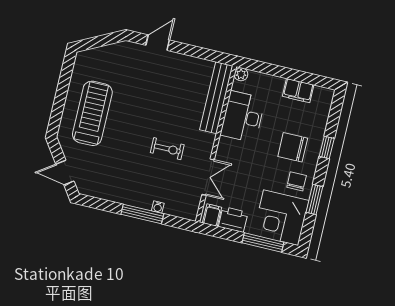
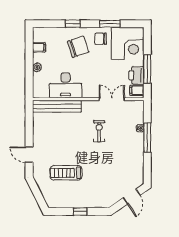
plant: (241, 74) -> (37, 67), moved
filing cabinet: (298, 91) -> (39, 47), width x0.50
window: (61, 96) -> (80, 211), added
treadmill: (92, 113) -> (66, 173), moved, width x0.73, depth x0.73
chair: (293, 147) -> (78, 47), turned -108
window: (263, 243) -> (147, 69), moved

